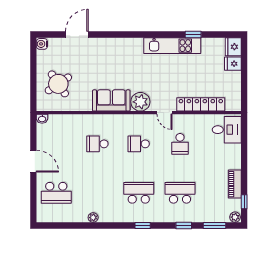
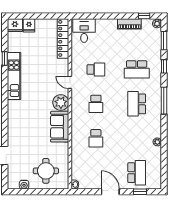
water cooler: (42, 44) -> (24, 185), moved
round table: (58, 84) -> (46, 171), turned 34
locker: (201, 104) -> (63, 38), moved
door: (165, 113) -> (70, 82), swing flipped
door: (33, 161) -> (110, 192), hinge flipped
school desk: (180, 193) -> (137, 69), turned -90
window: (33, 197) -> (140, 192), added
window: (143, 225) -> (164, 101), width x2.17

